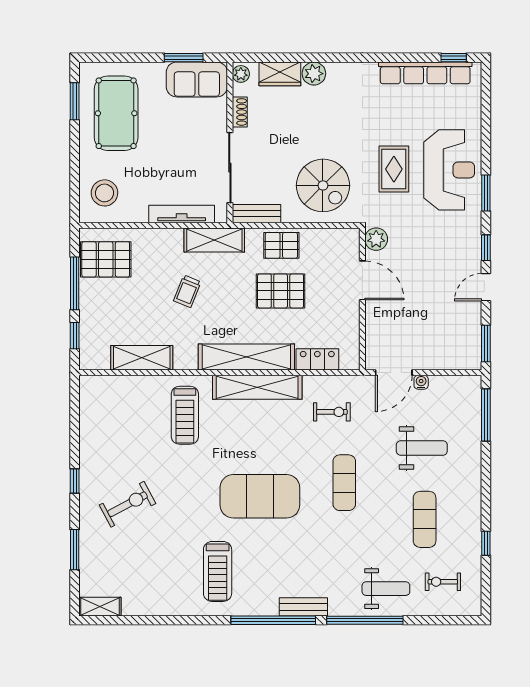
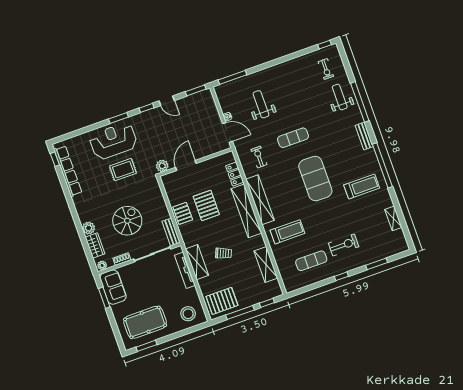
spiral stairs: (323, 185) -> (127, 221), moved
shelving: (214, 240) -> (197, 262), moved
pallet: (106, 259) -> (222, 301), turned 90
exercise bike: (128, 504) -> (344, 245), turned 118
exercise mat: (425, 519) -> (311, 261), moved
window: (486, 543) -> (324, 45), moved
shelving: (100, 607) -> (393, 218), moved
window: (273, 620) -> (382, 165), moved

